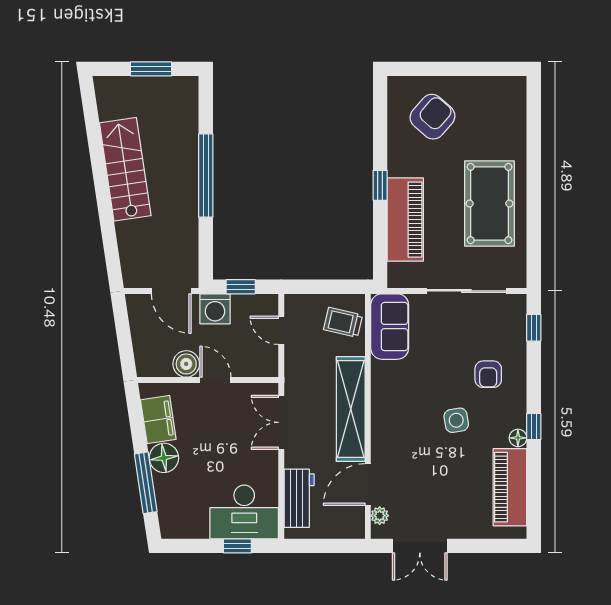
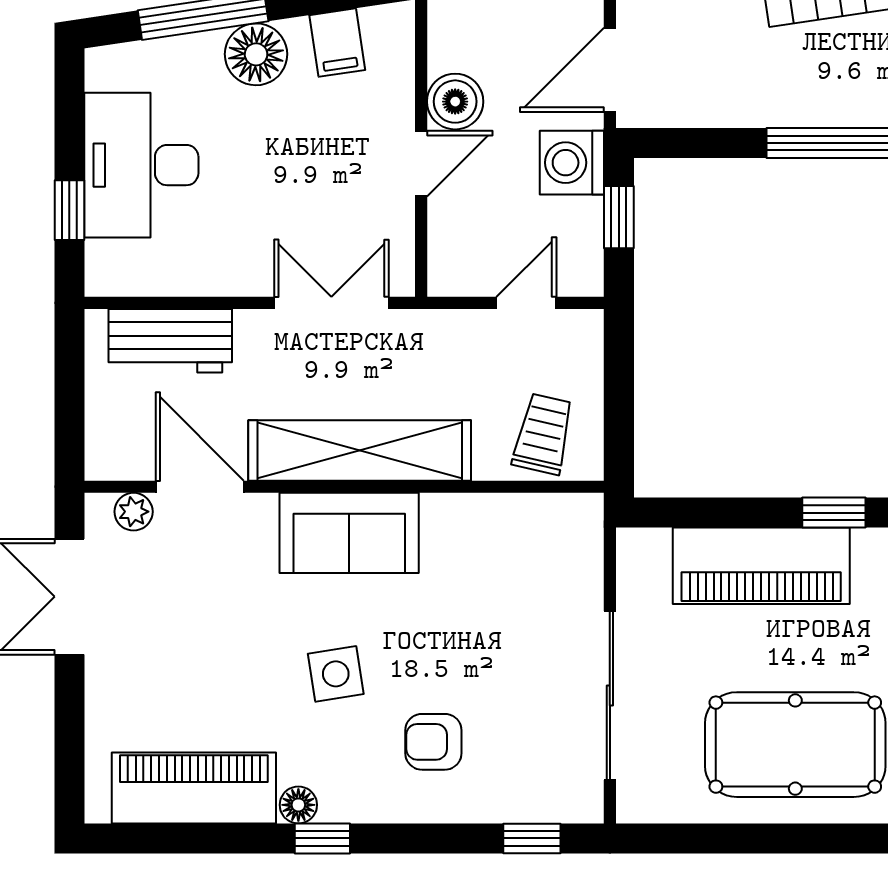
sofa: (390, 327) -> (349, 533), moved
filing cabinet: (158, 420) -> (337, 43), width x0.50
desk: (244, 512) -> (141, 165), moved

